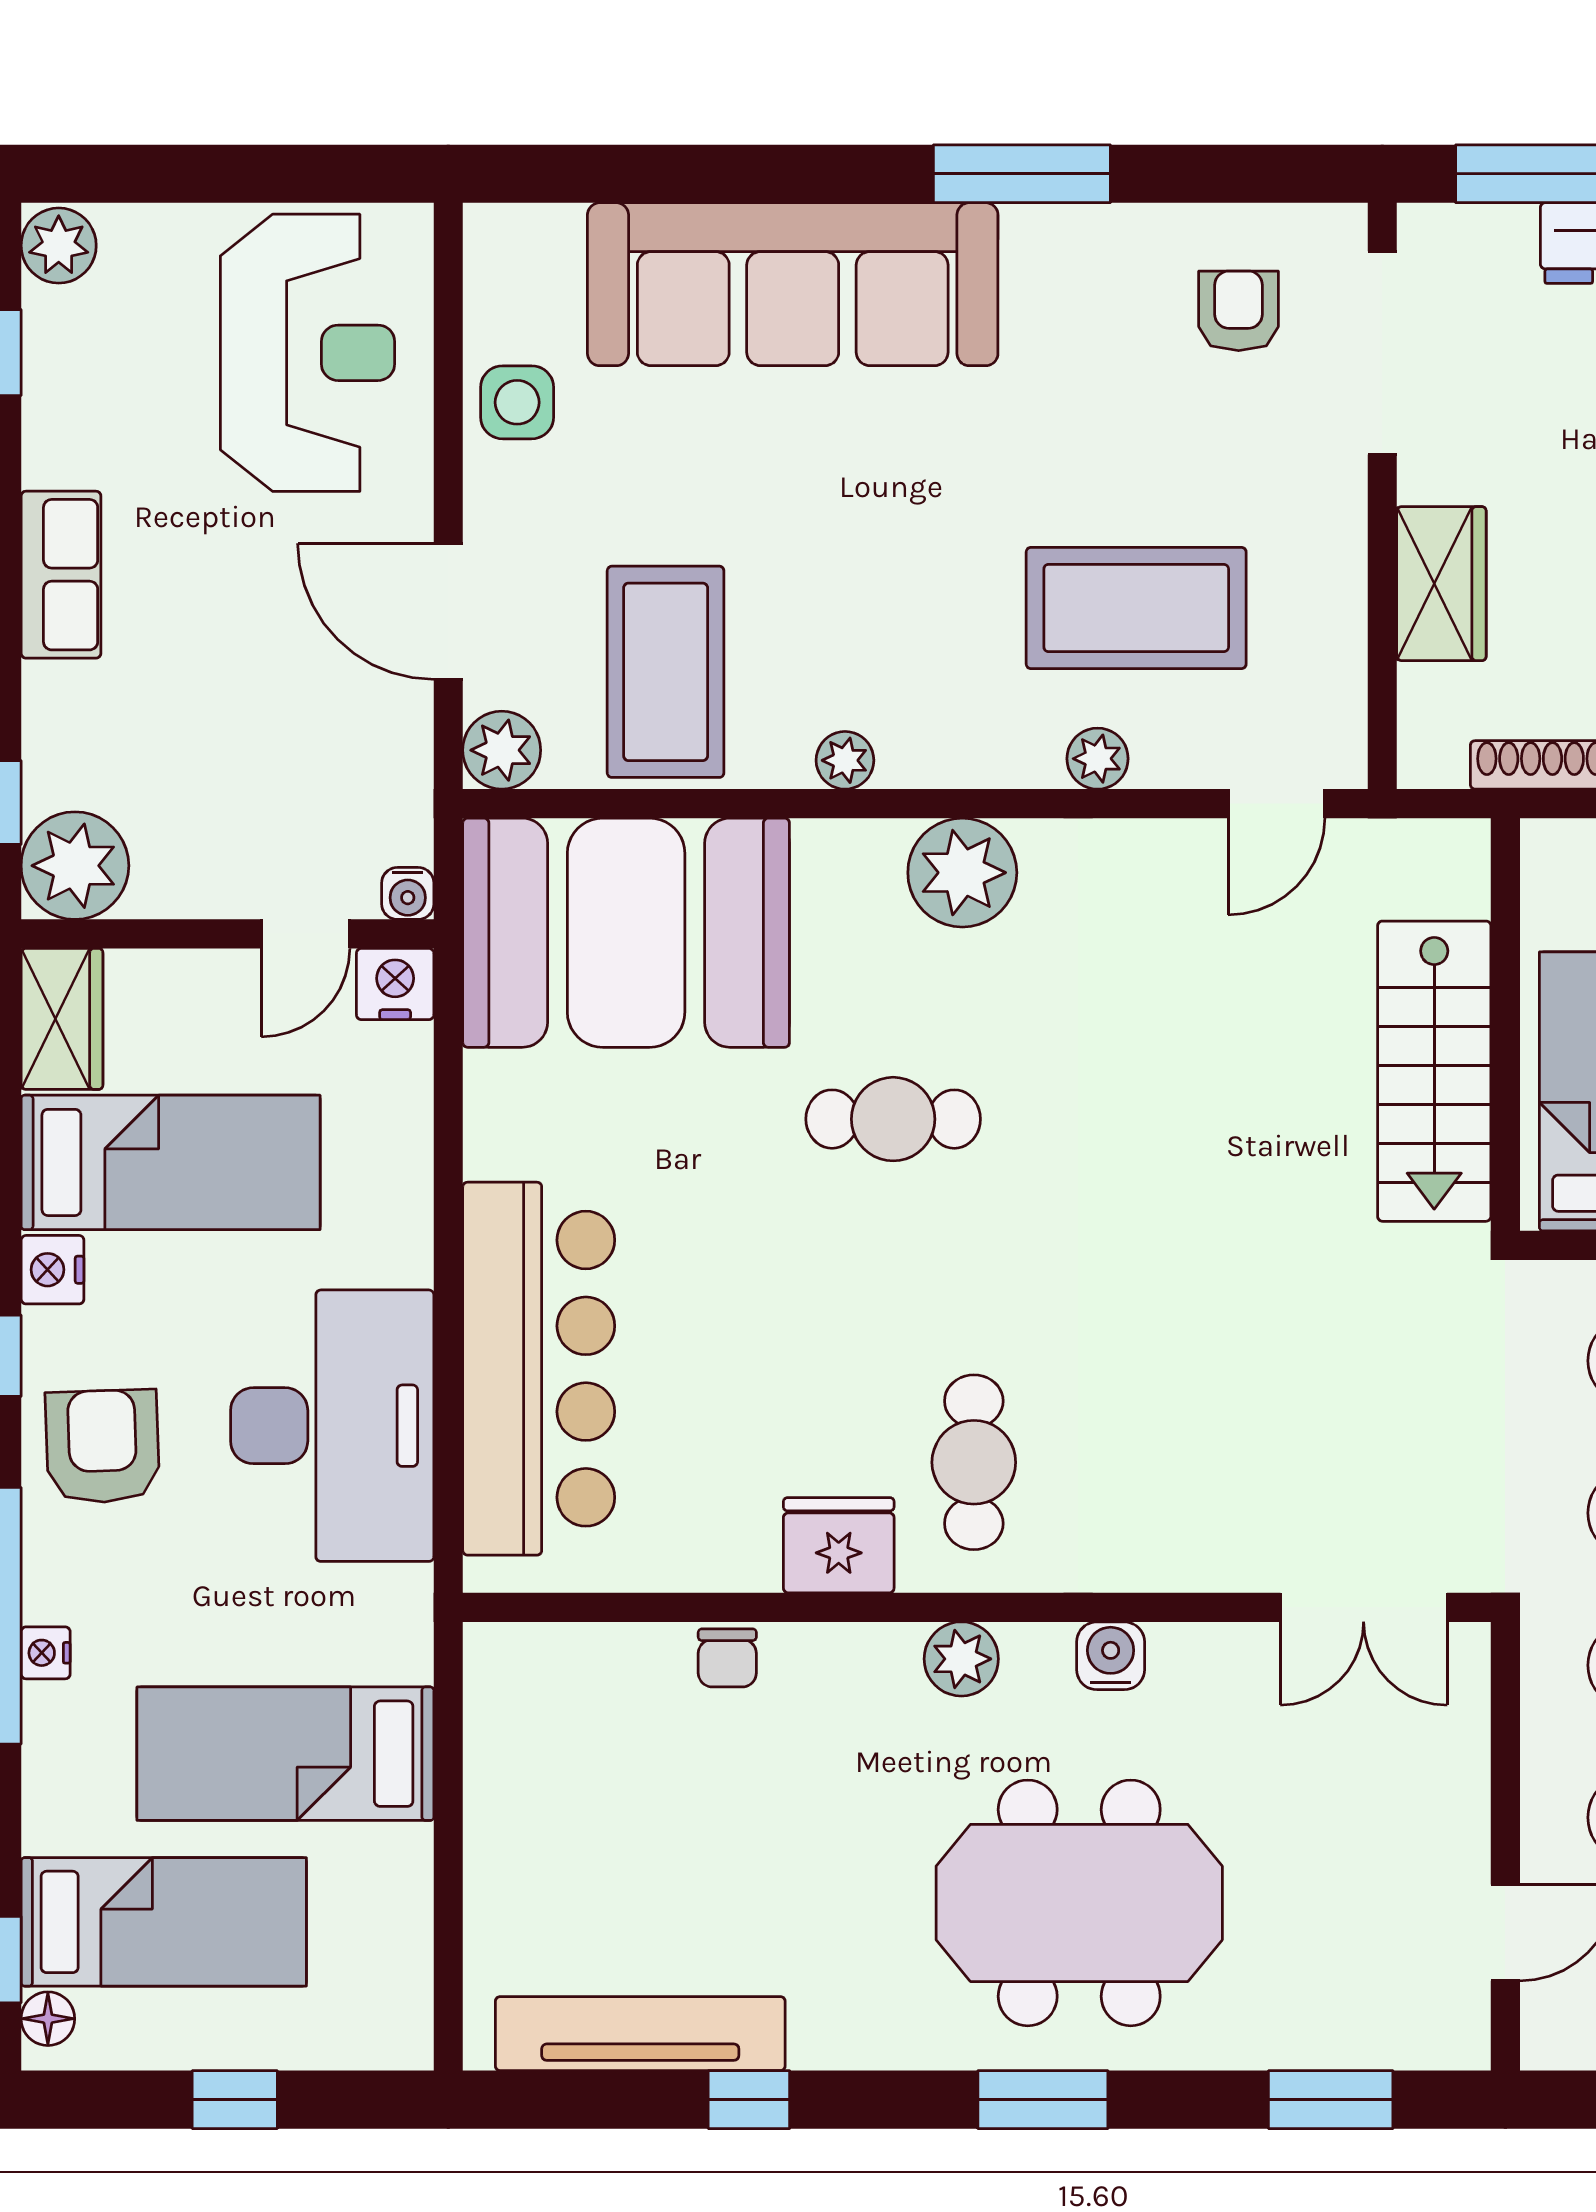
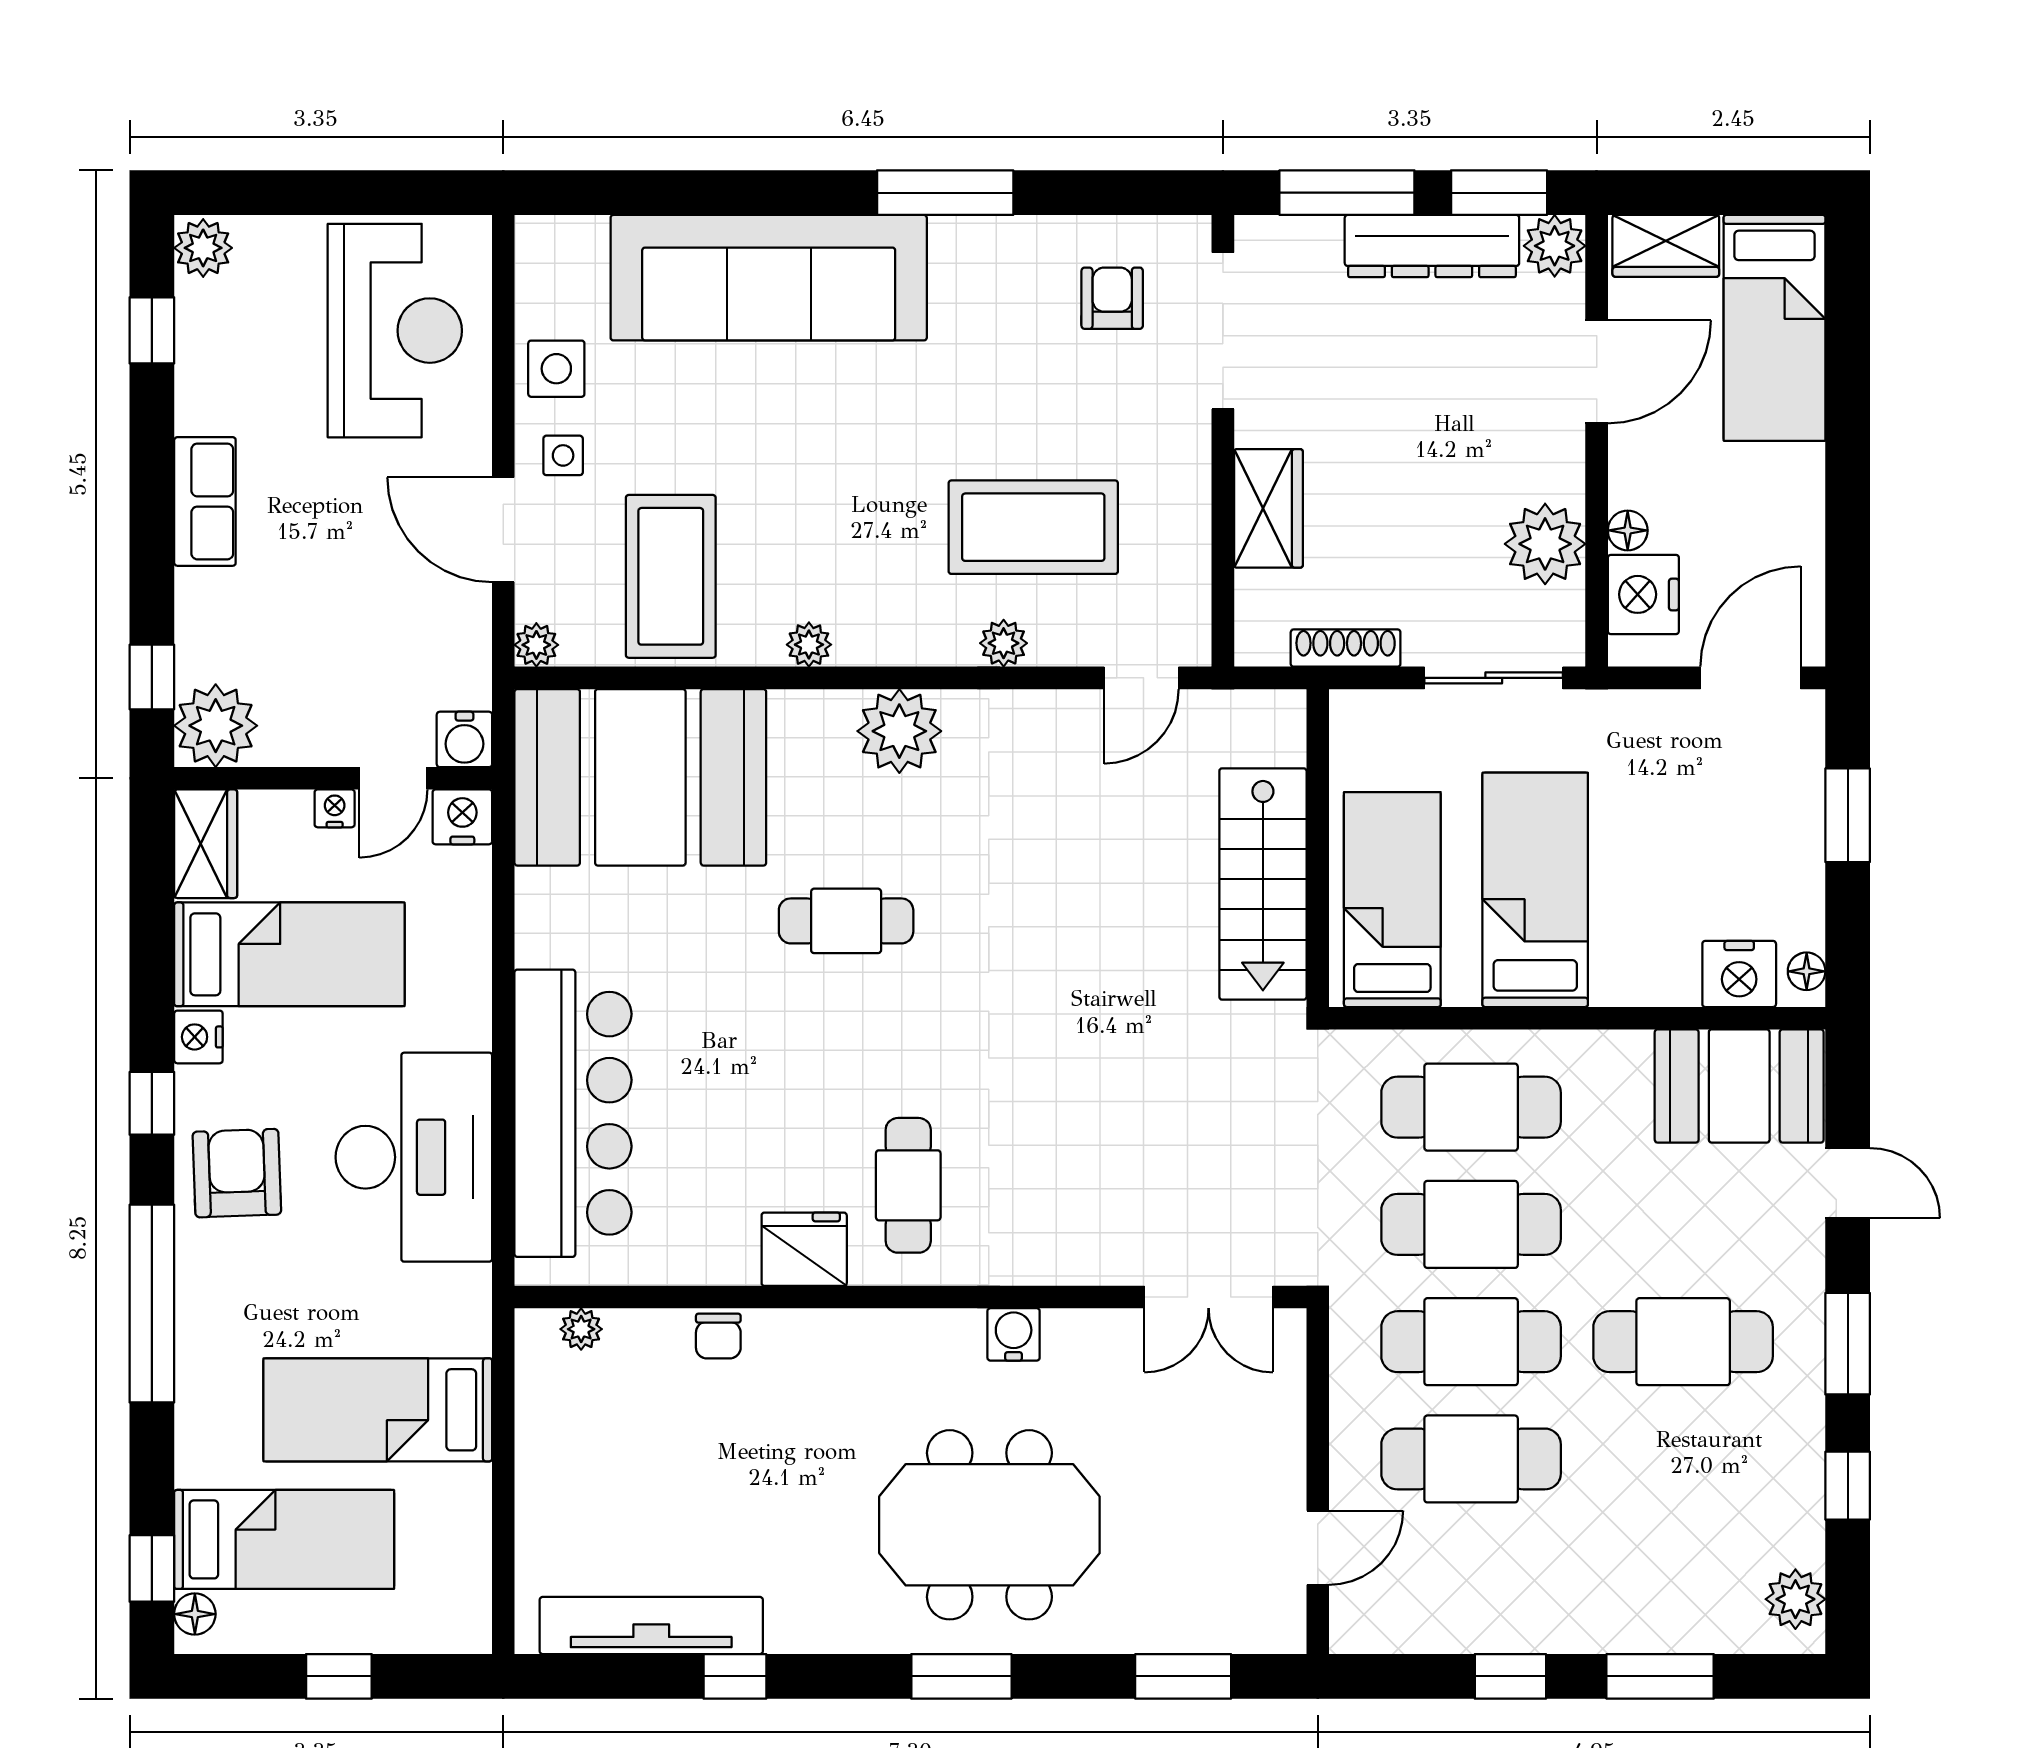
side table: (526, 515) -> (563, 455), added
plant: (502, 750) -> (536, 645), width x0.73, depth x0.73
water cooler: (408, 893) -> (464, 739), width x1.38, depth x1.38
nightstand: (46, 1653) -> (335, 808), moved, turned 90
plant: (961, 1659) -> (581, 1329), moved, width x0.73, depth x0.73

